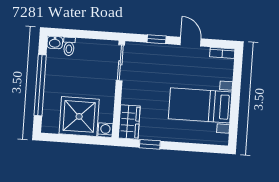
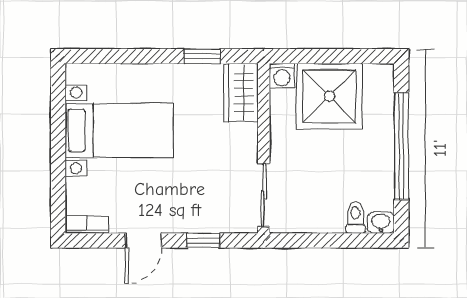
door: (191, 42) -> (143, 241), hinge flipped

